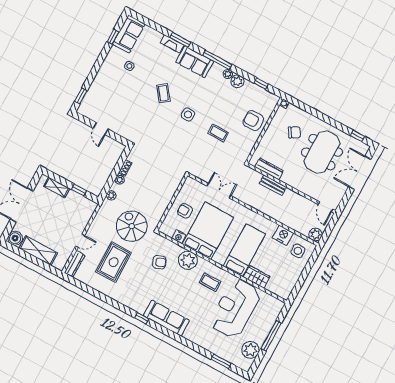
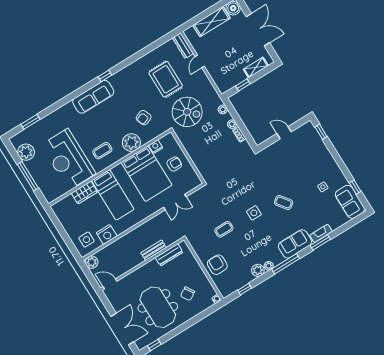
armchair: (253, 121) -> (217, 265), turned -90
reception desk: (235, 308) -> (68, 159), turned 180

